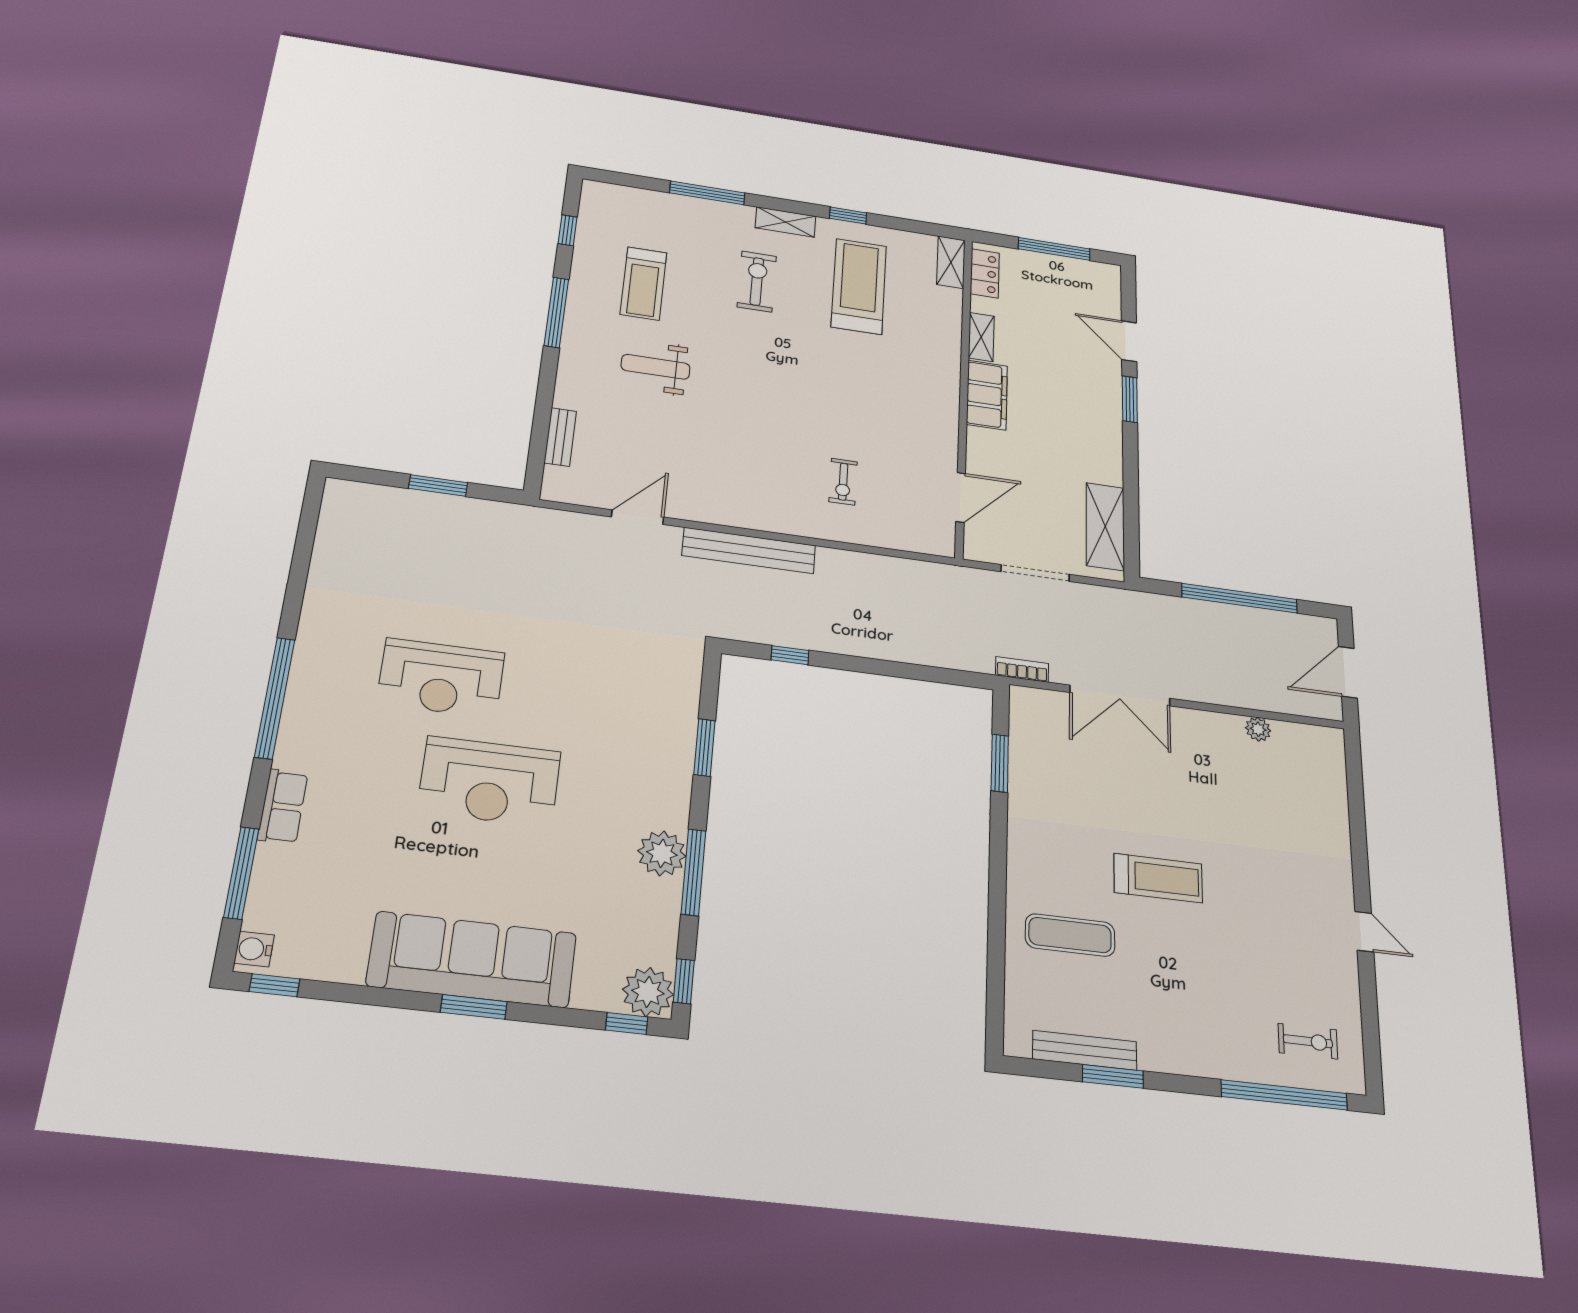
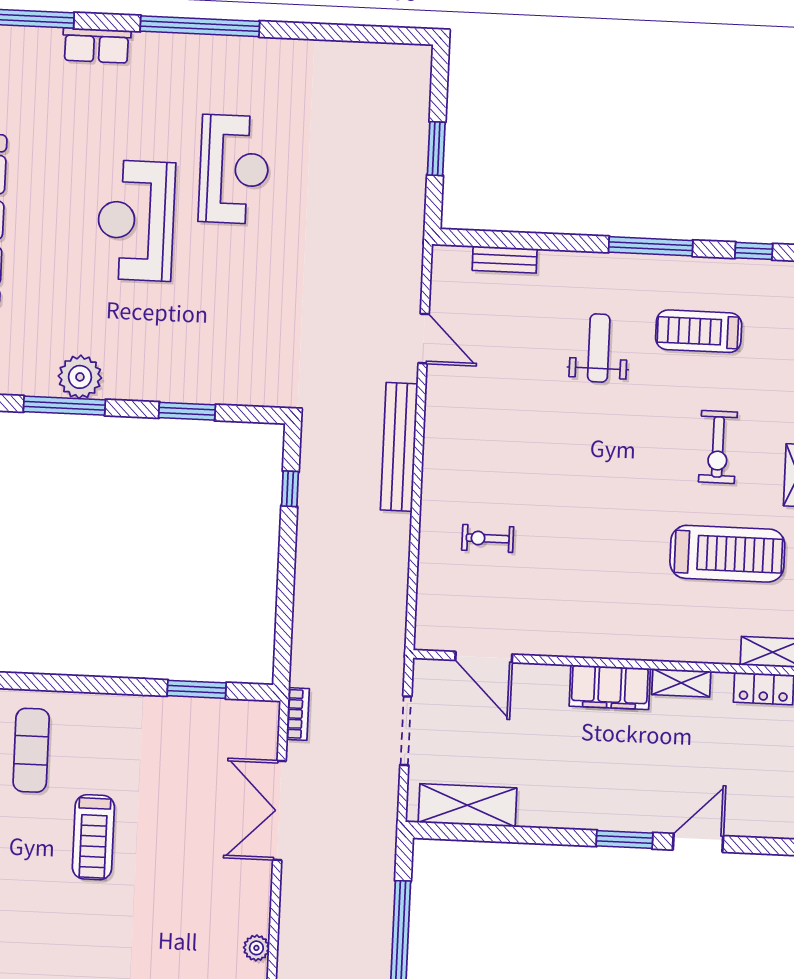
exercise bike: (757, 281) -> (718, 447), turned 90
reception desk: (441, 678) -> (234, 169), turned 180

